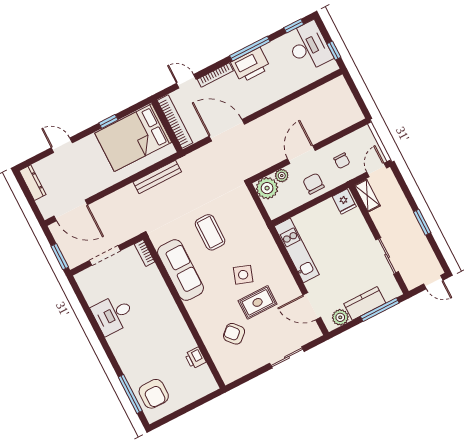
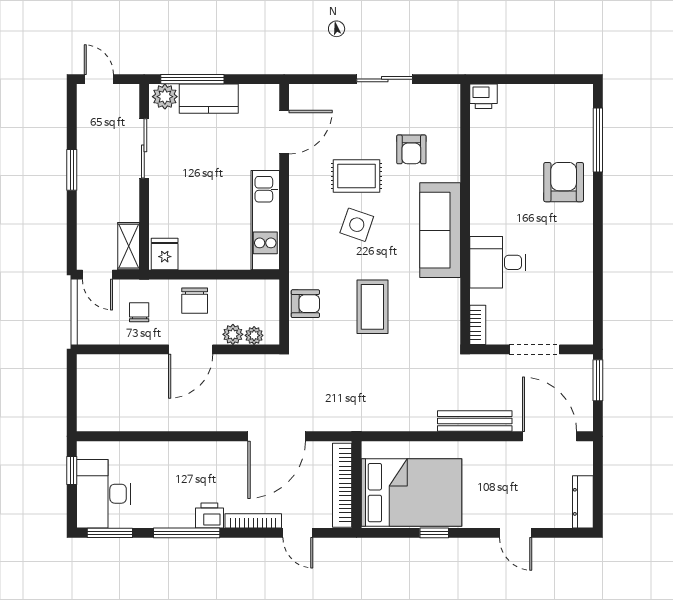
window: (294, 26) -> (110, 533), width x1.50
printer: (251, 65) -> (209, 515), width x0.53, depth x0.68
door: (227, 130) -> (277, 436), hinge flipped
door: (377, 170) -> (97, 275), hinge flipped
bench: (157, 177) -> (475, 421), moved
plant: (267, 188) -> (254, 335), width x0.53, depth x0.53
armchair: (249, 214) -> (305, 304), added
sofa: (181, 270) -> (440, 230), moved
door: (312, 306) -> (284, 132), hinge flipped
desk: (113, 314) -> (498, 262), moved, turned 180
plant: (340, 317) -> (165, 97), moved
armchair: (234, 334) -> (411, 149), turned 42
sliding door: (287, 357) -> (385, 79), moved
printer: (195, 358) -> (484, 96), moved, turned 90
armchair: (154, 394) -> (564, 182), moved

